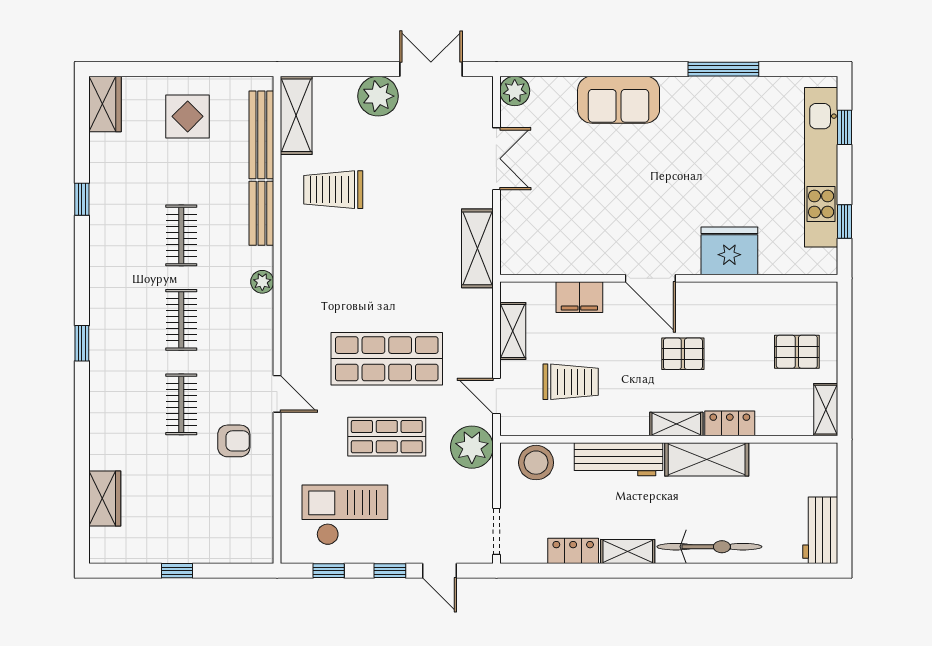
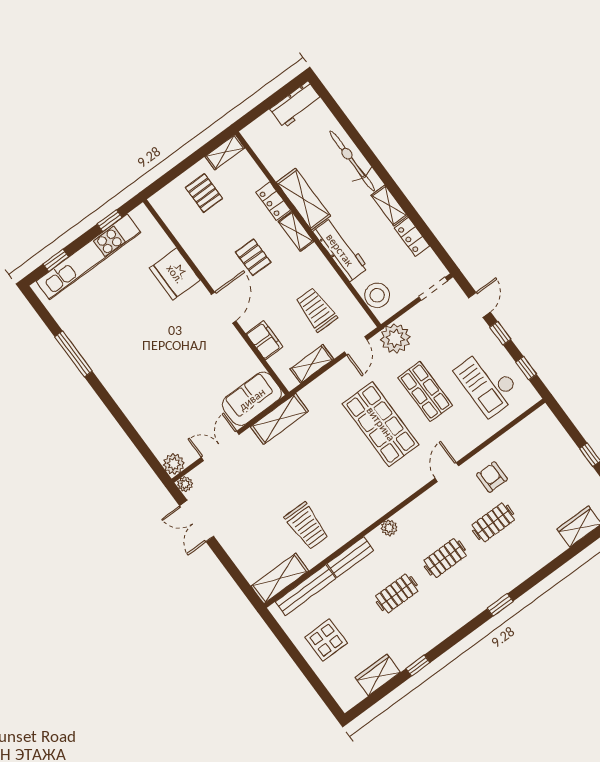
plant: (378, 96) -> (185, 484), moved, width x0.53, depth x0.53
sofa: (619, 100) -> (252, 399), moved, turned -90
wardrobe: (105, 104) -> (378, 675), moved

